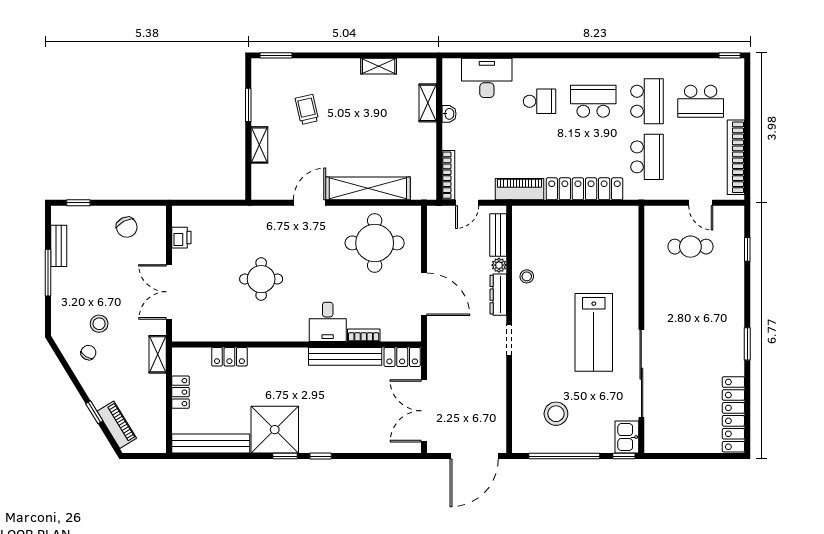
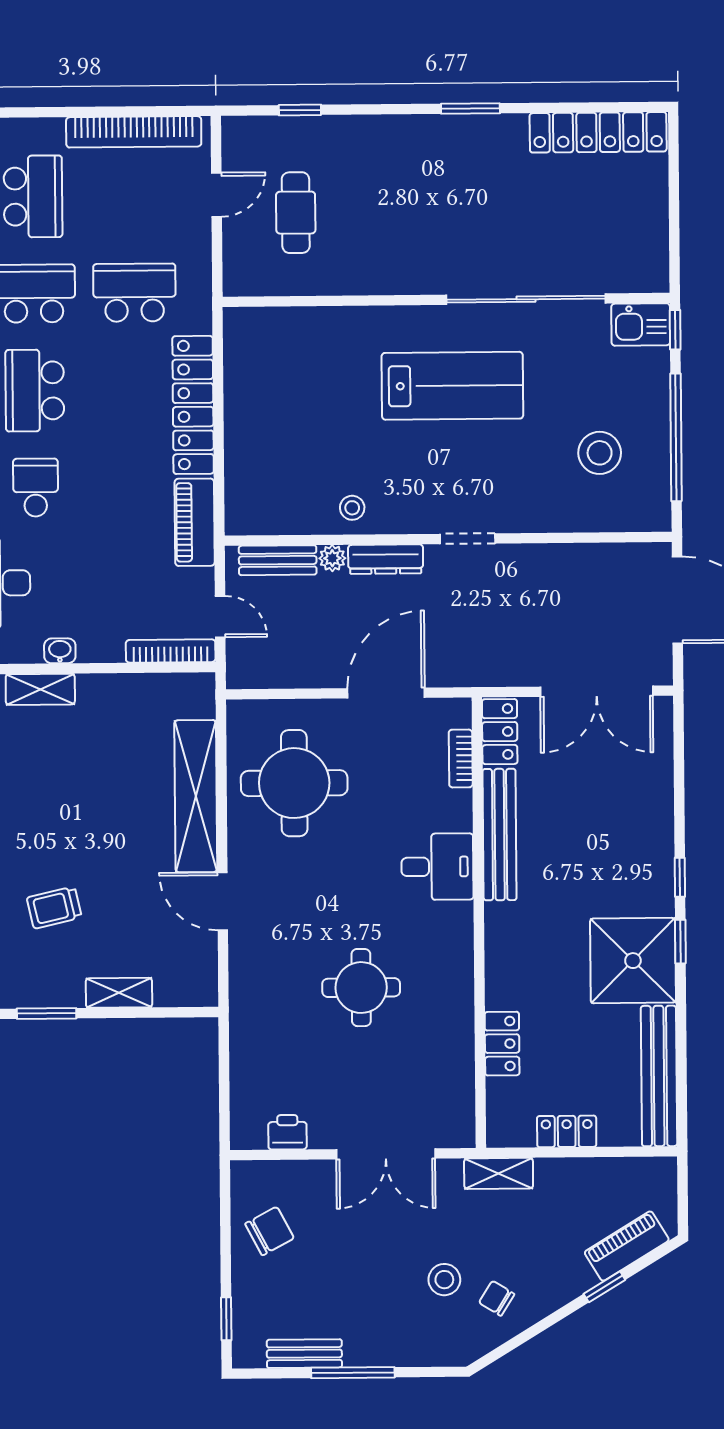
bookcase: (364, 335) -> (461, 758), moved

